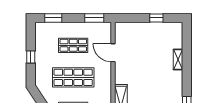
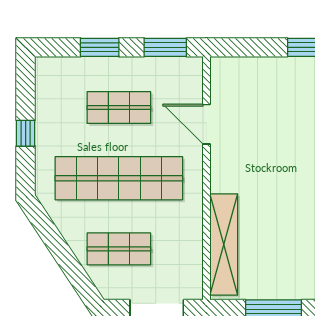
window: (53, 18) -> (100, 47), moved
shop shelf: (73, 77) -> (119, 178), width x1.40

